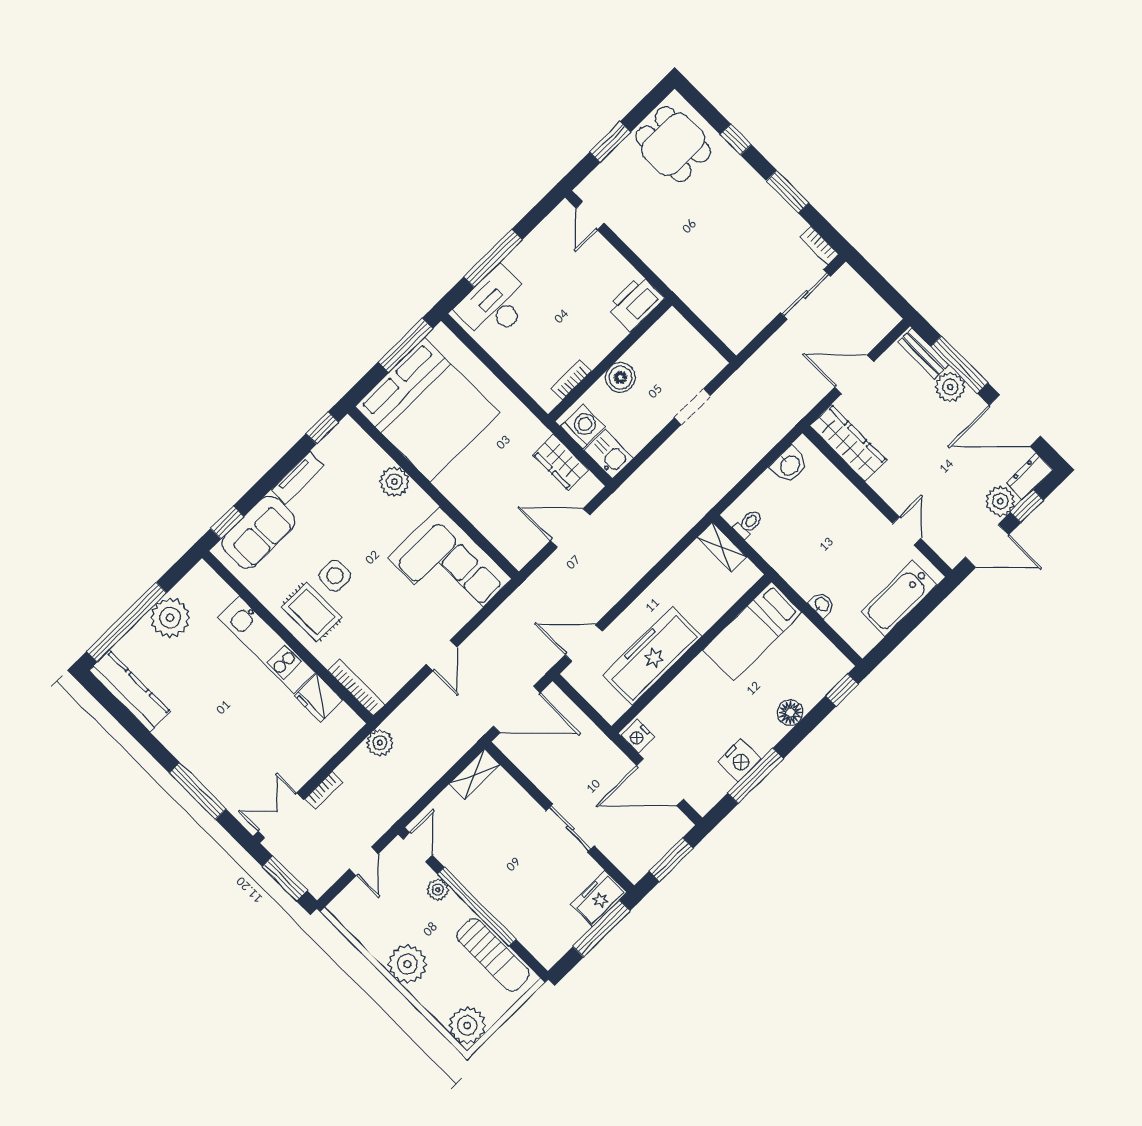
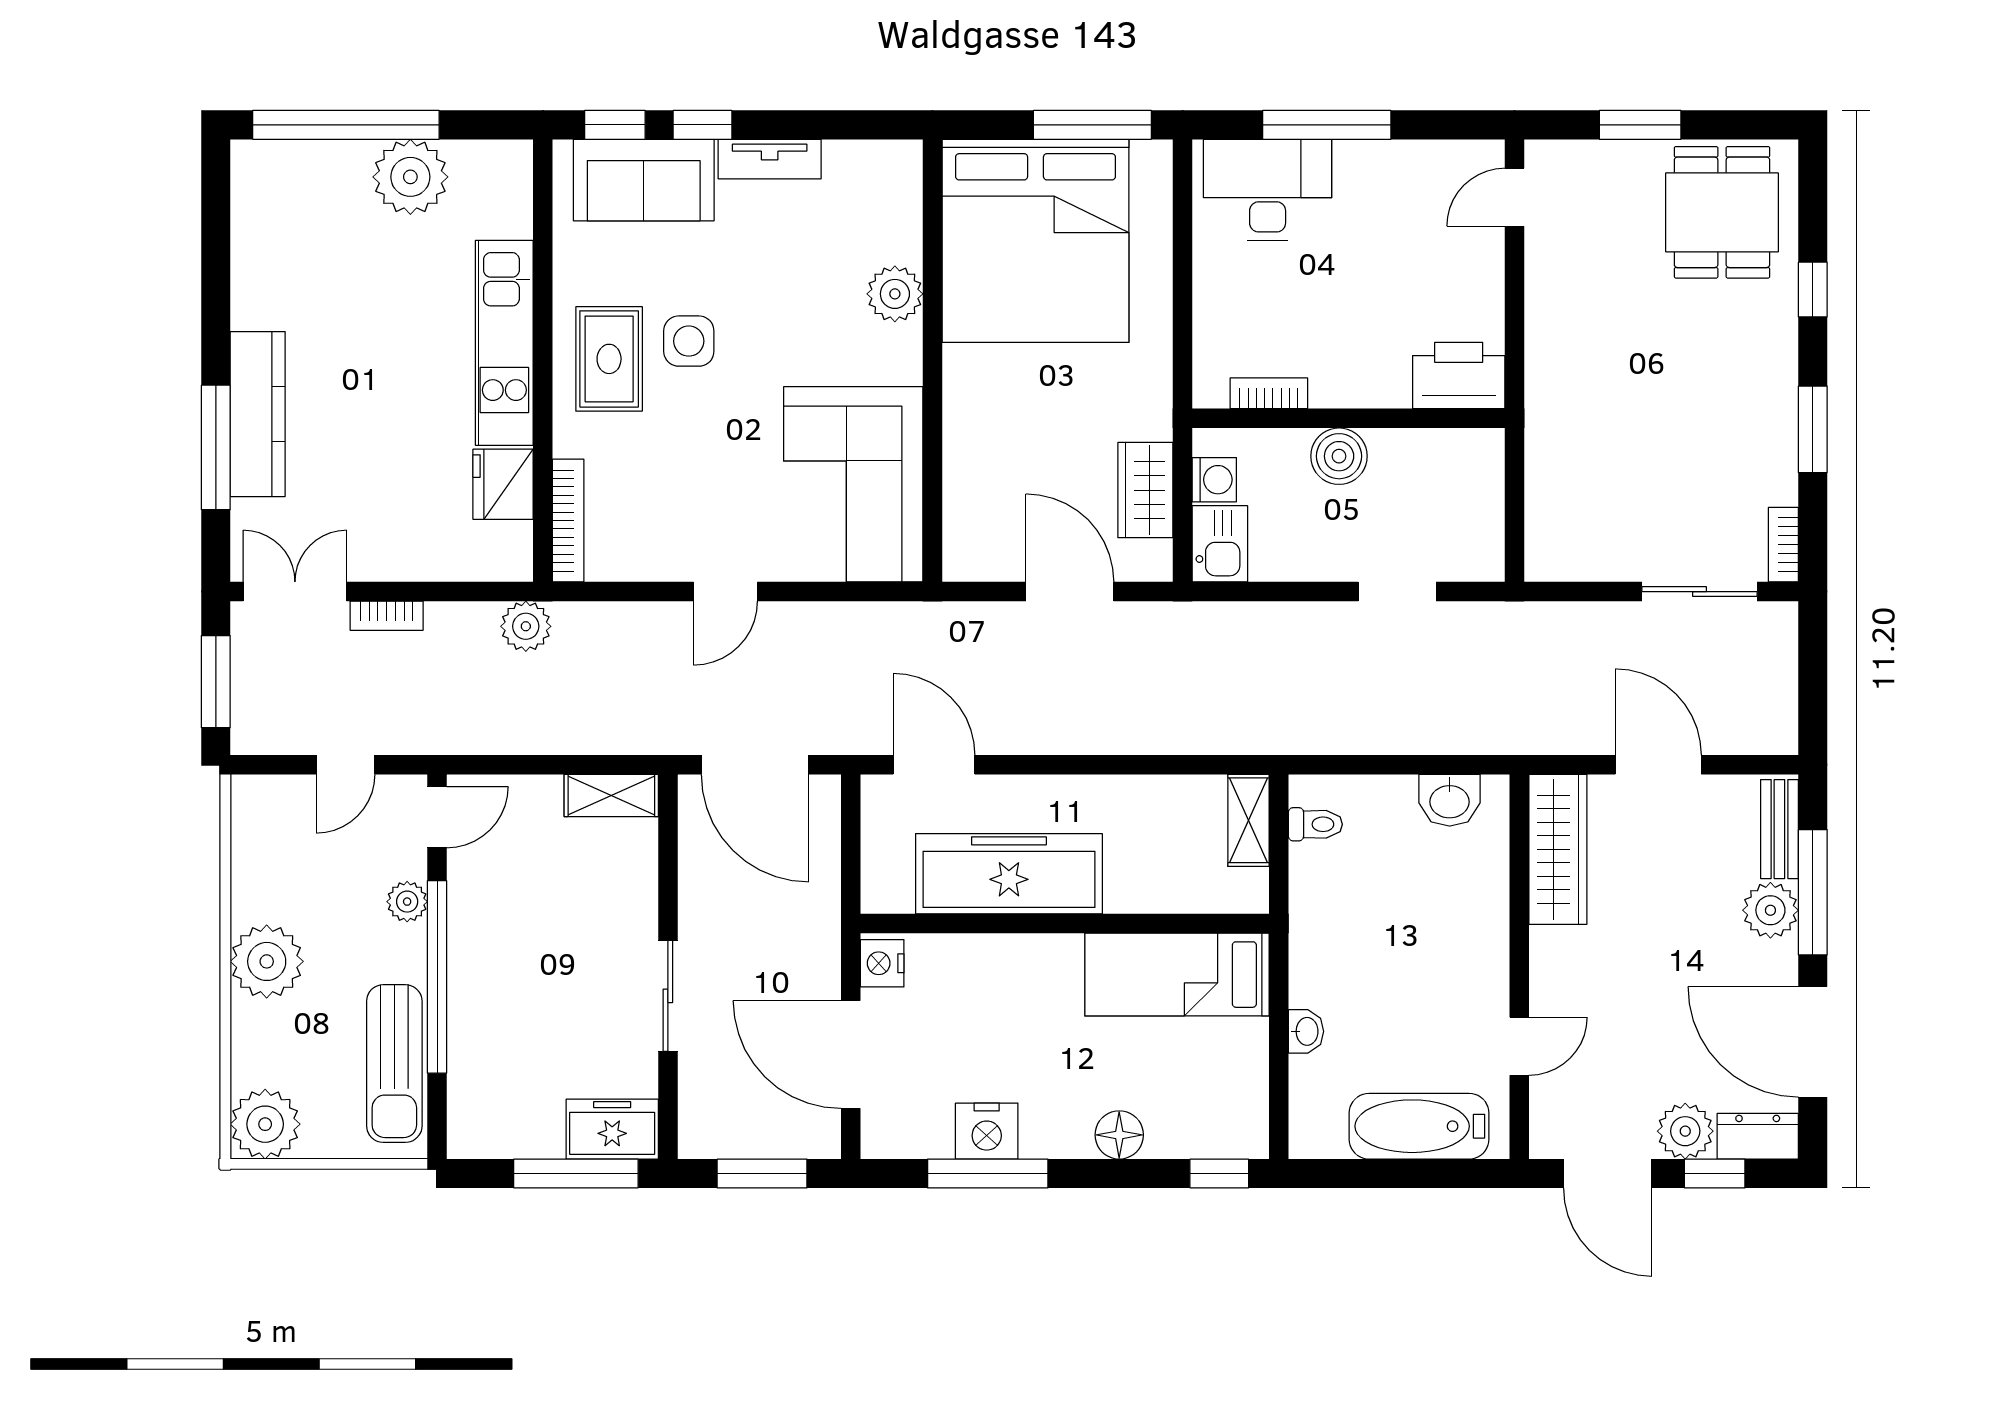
washing machine: (583, 426) -> (1214, 480), width x0.73, depth x0.73
window: (322, 428) -> (702, 125), moved
kitchen counter: (130, 691) -> (258, 414), moved

